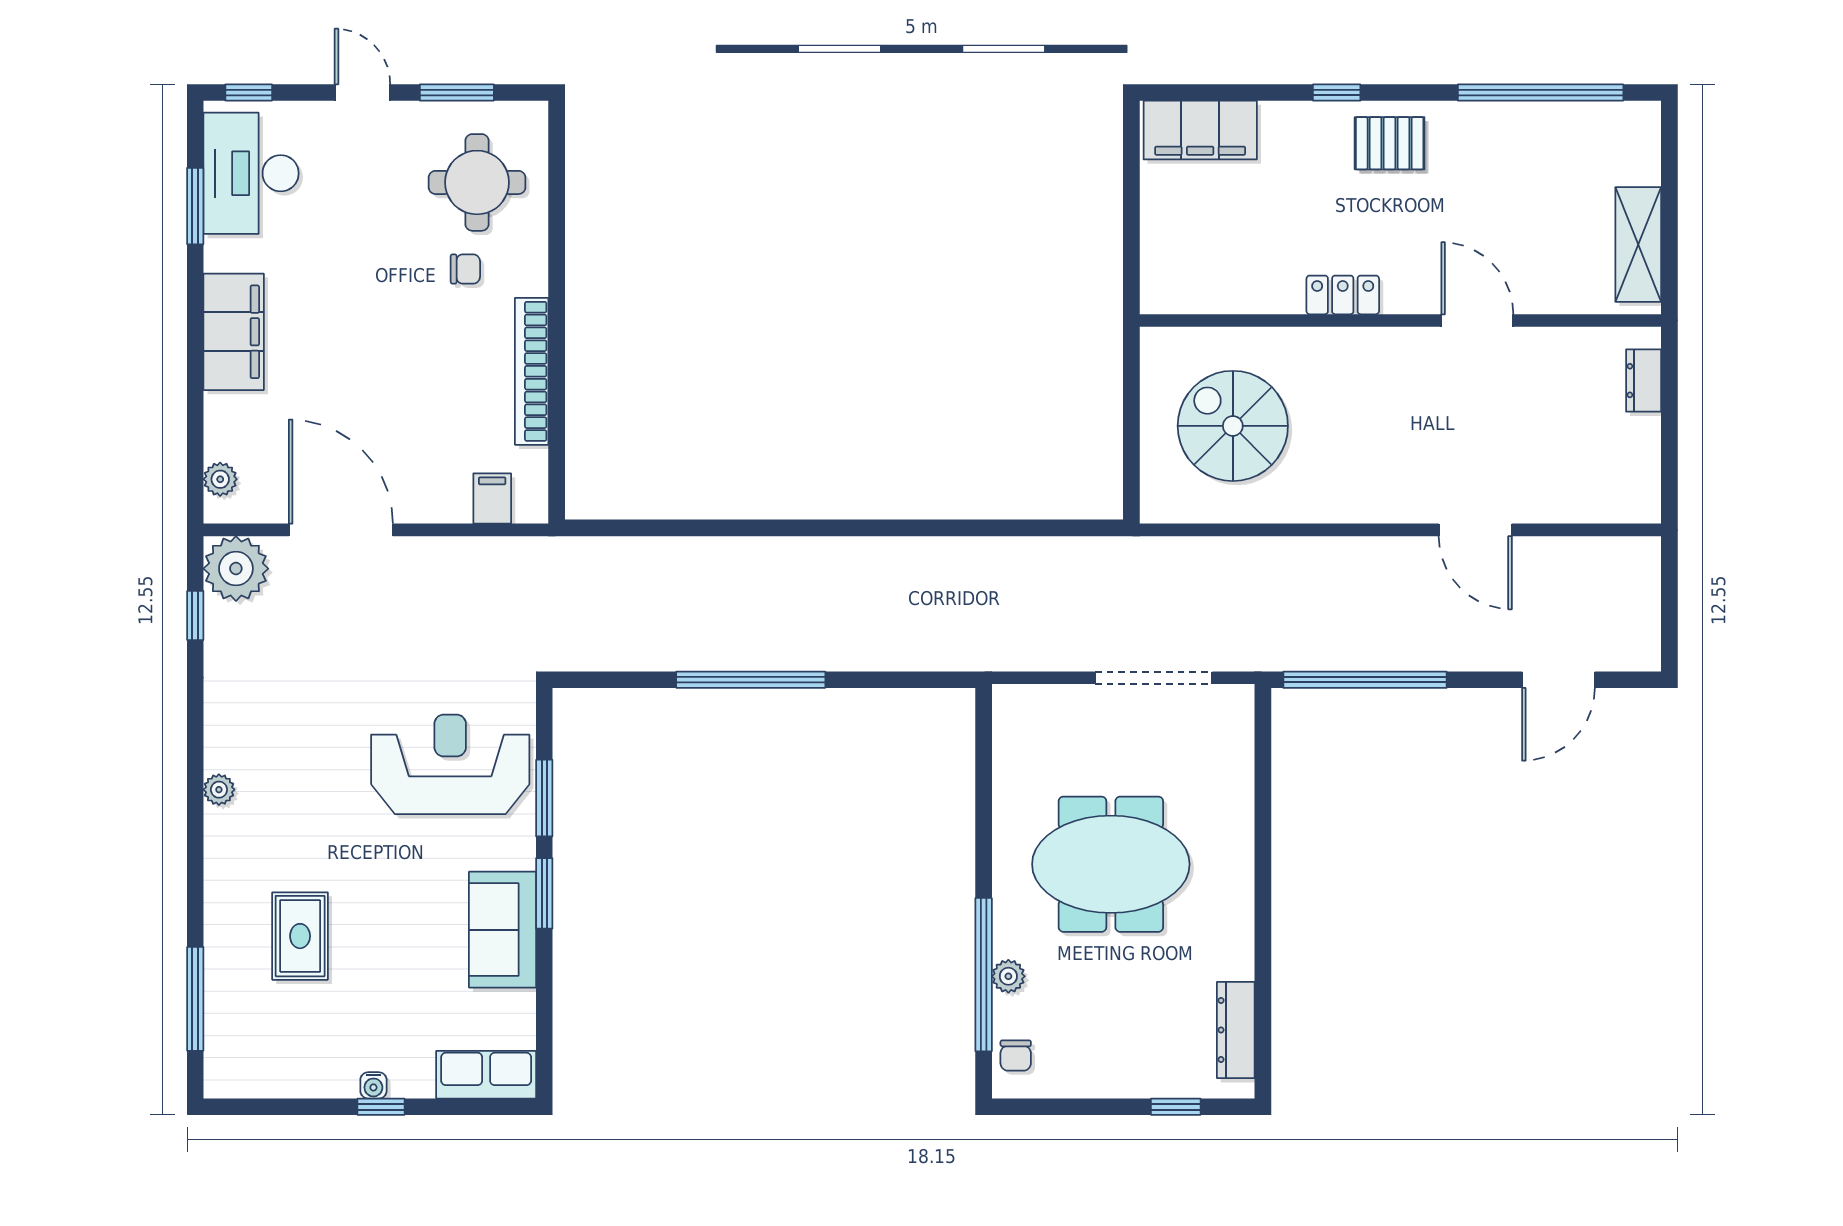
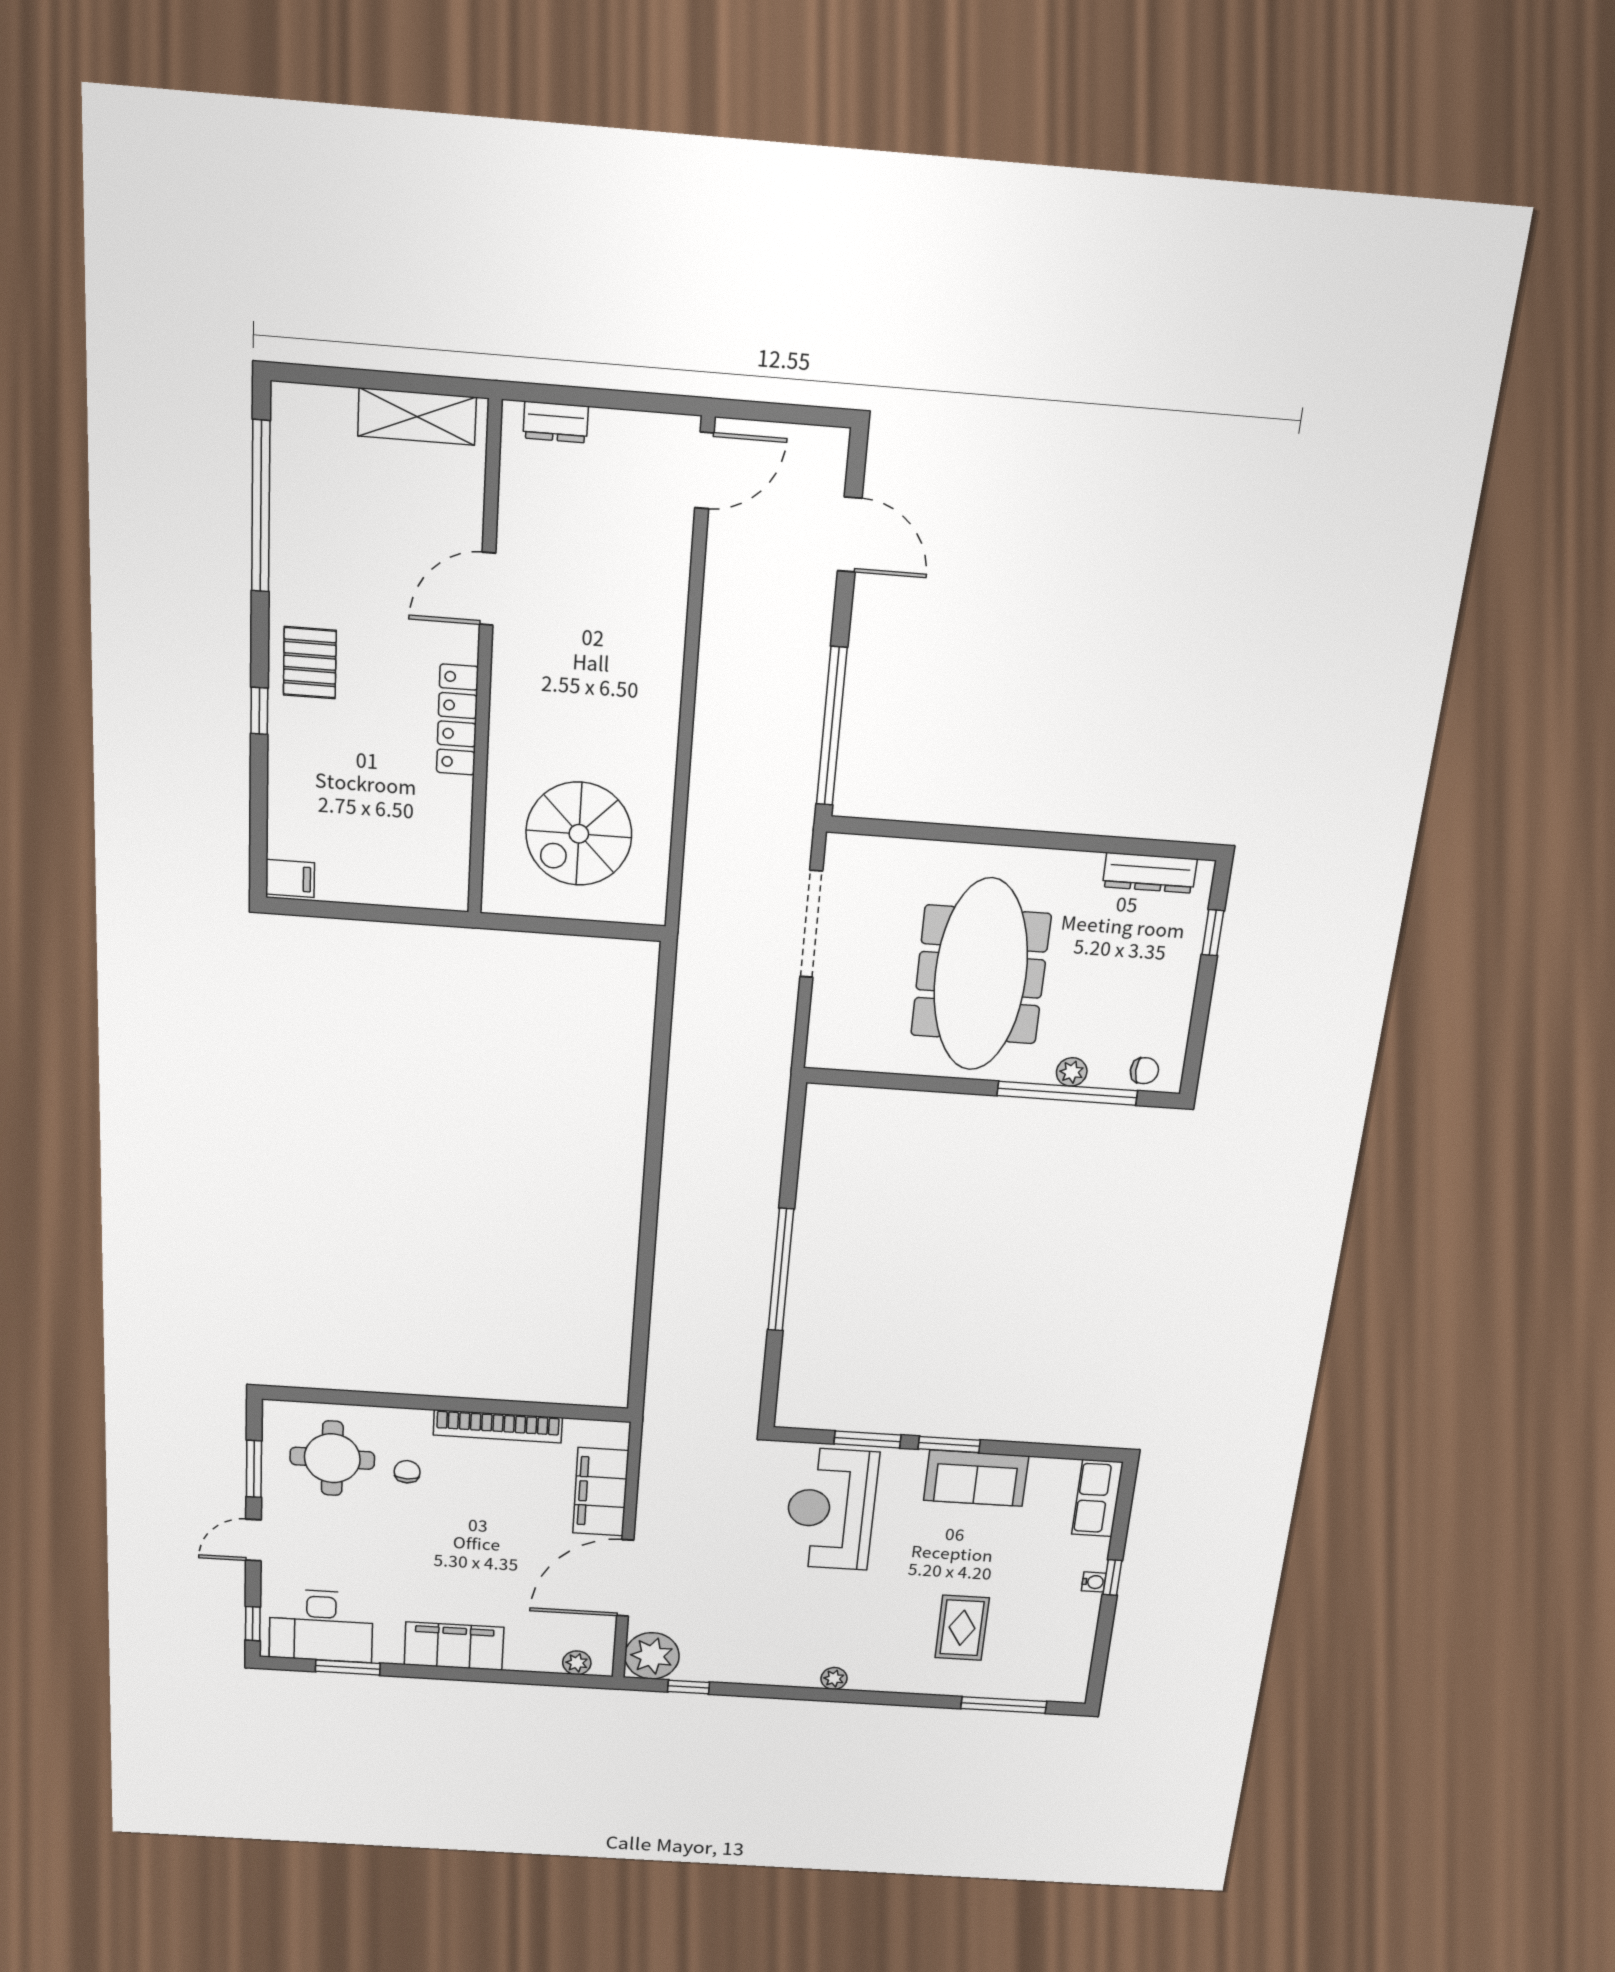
filing cabinet: (1200, 130) -> (290, 878), width x0.33, depth x0.86
locker: (1343, 295) -> (457, 720), width x1.53
filing cabinet: (492, 499) -> (601, 1492), width x3.00, depth x1.17
door: (1475, 530) -> (704, 470), moved
meeting table: (1111, 864) -> (981, 975), width x1.36
rug: (300, 936) -> (962, 1628), turned 90

